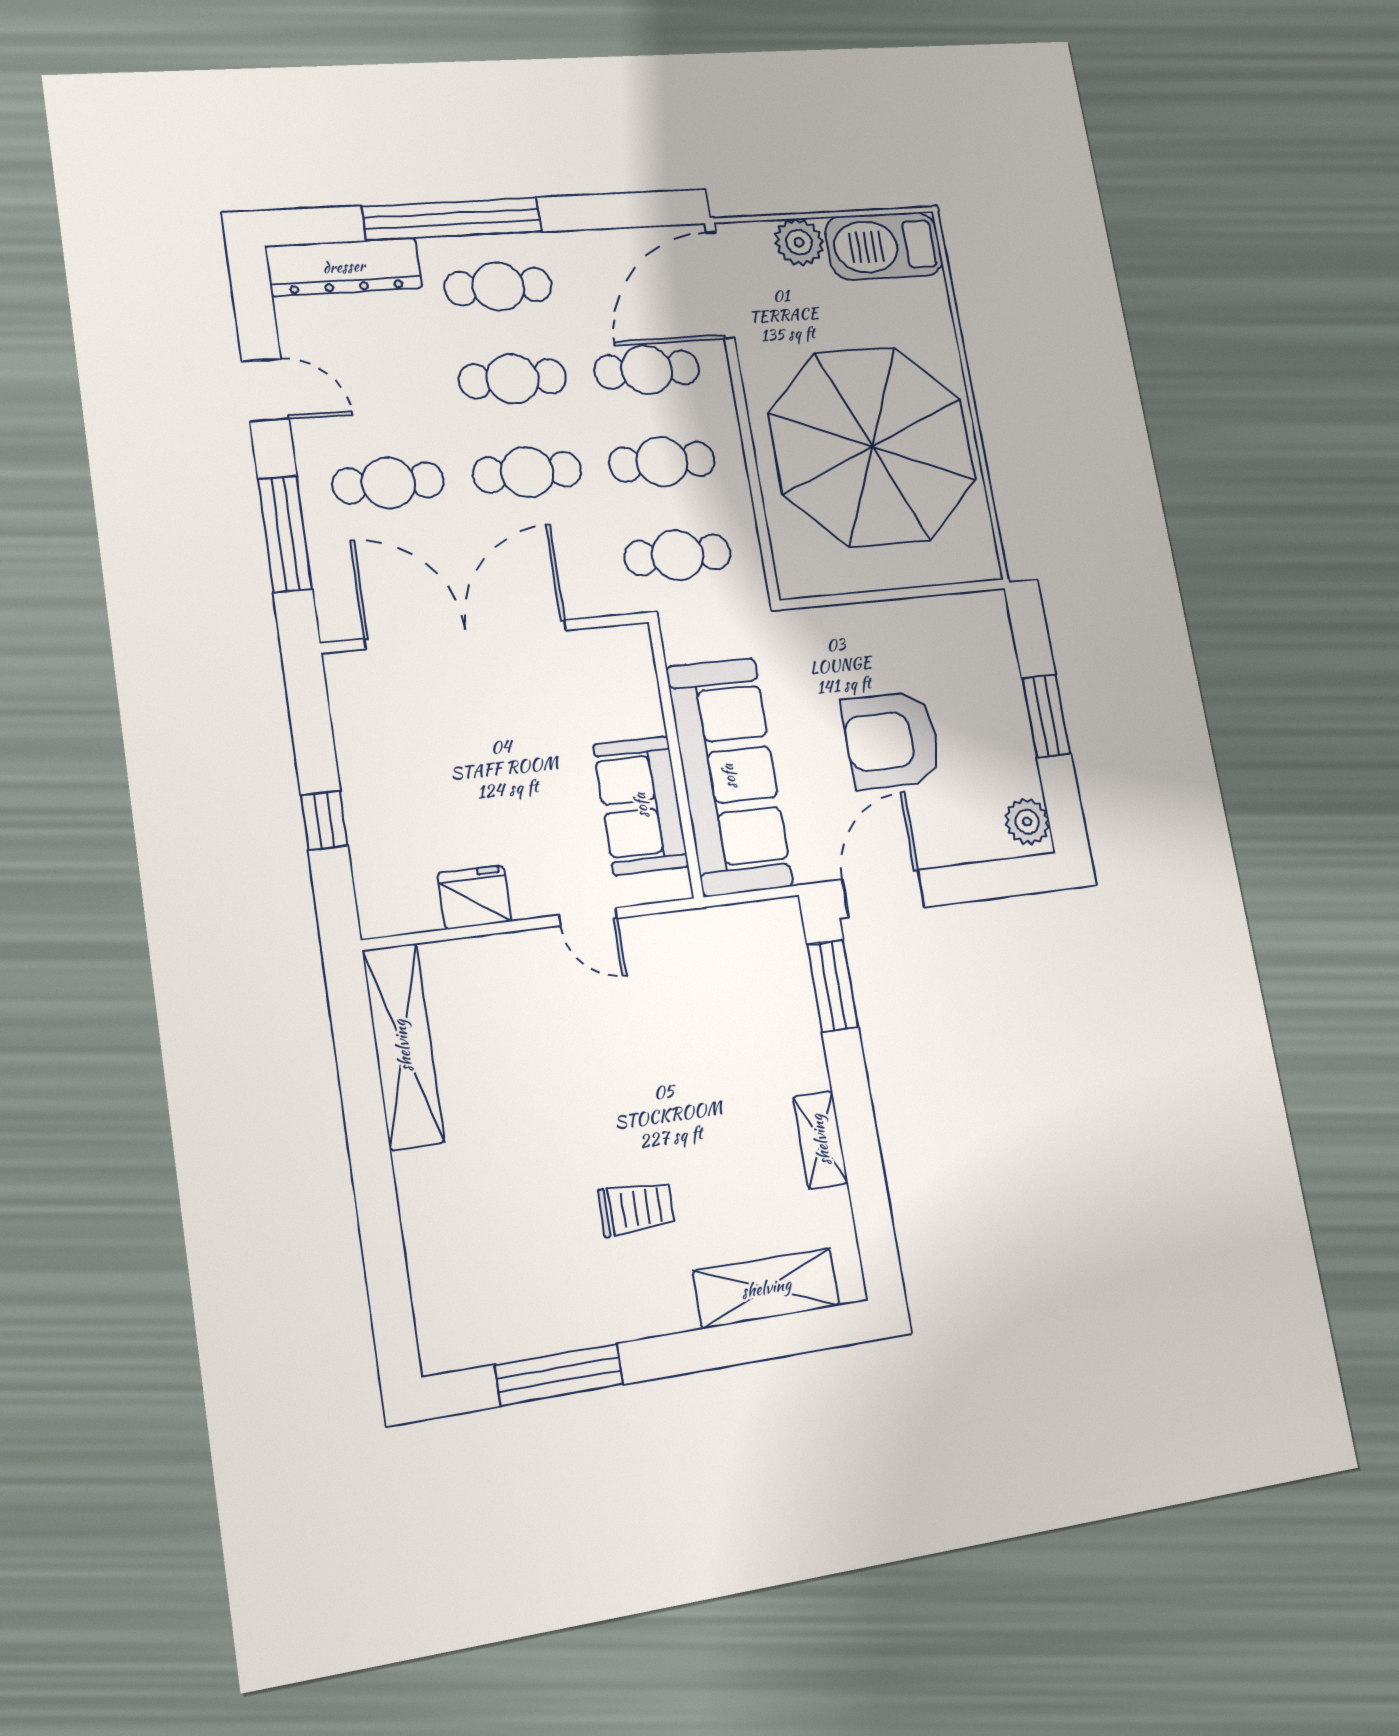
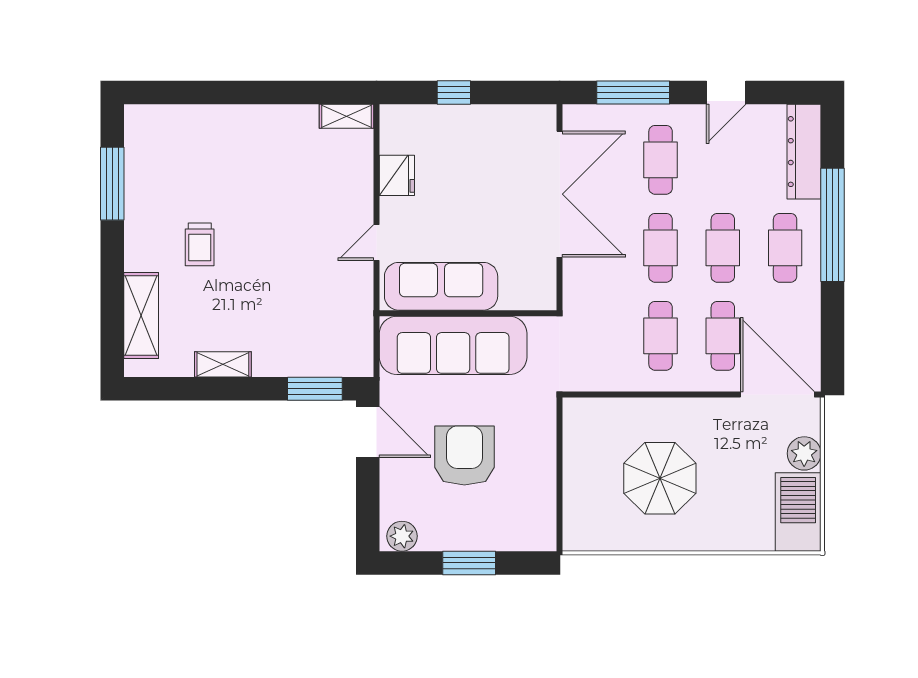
parasol: (872, 446) -> (660, 478), width x0.54, depth x0.54
cafe table: (678, 555) -> (598, 336), removed
sofa: (641, 805) -> (441, 286), width x1.36
shelving: (403, 1046) -> (347, 116), width x0.45, depth x0.75

